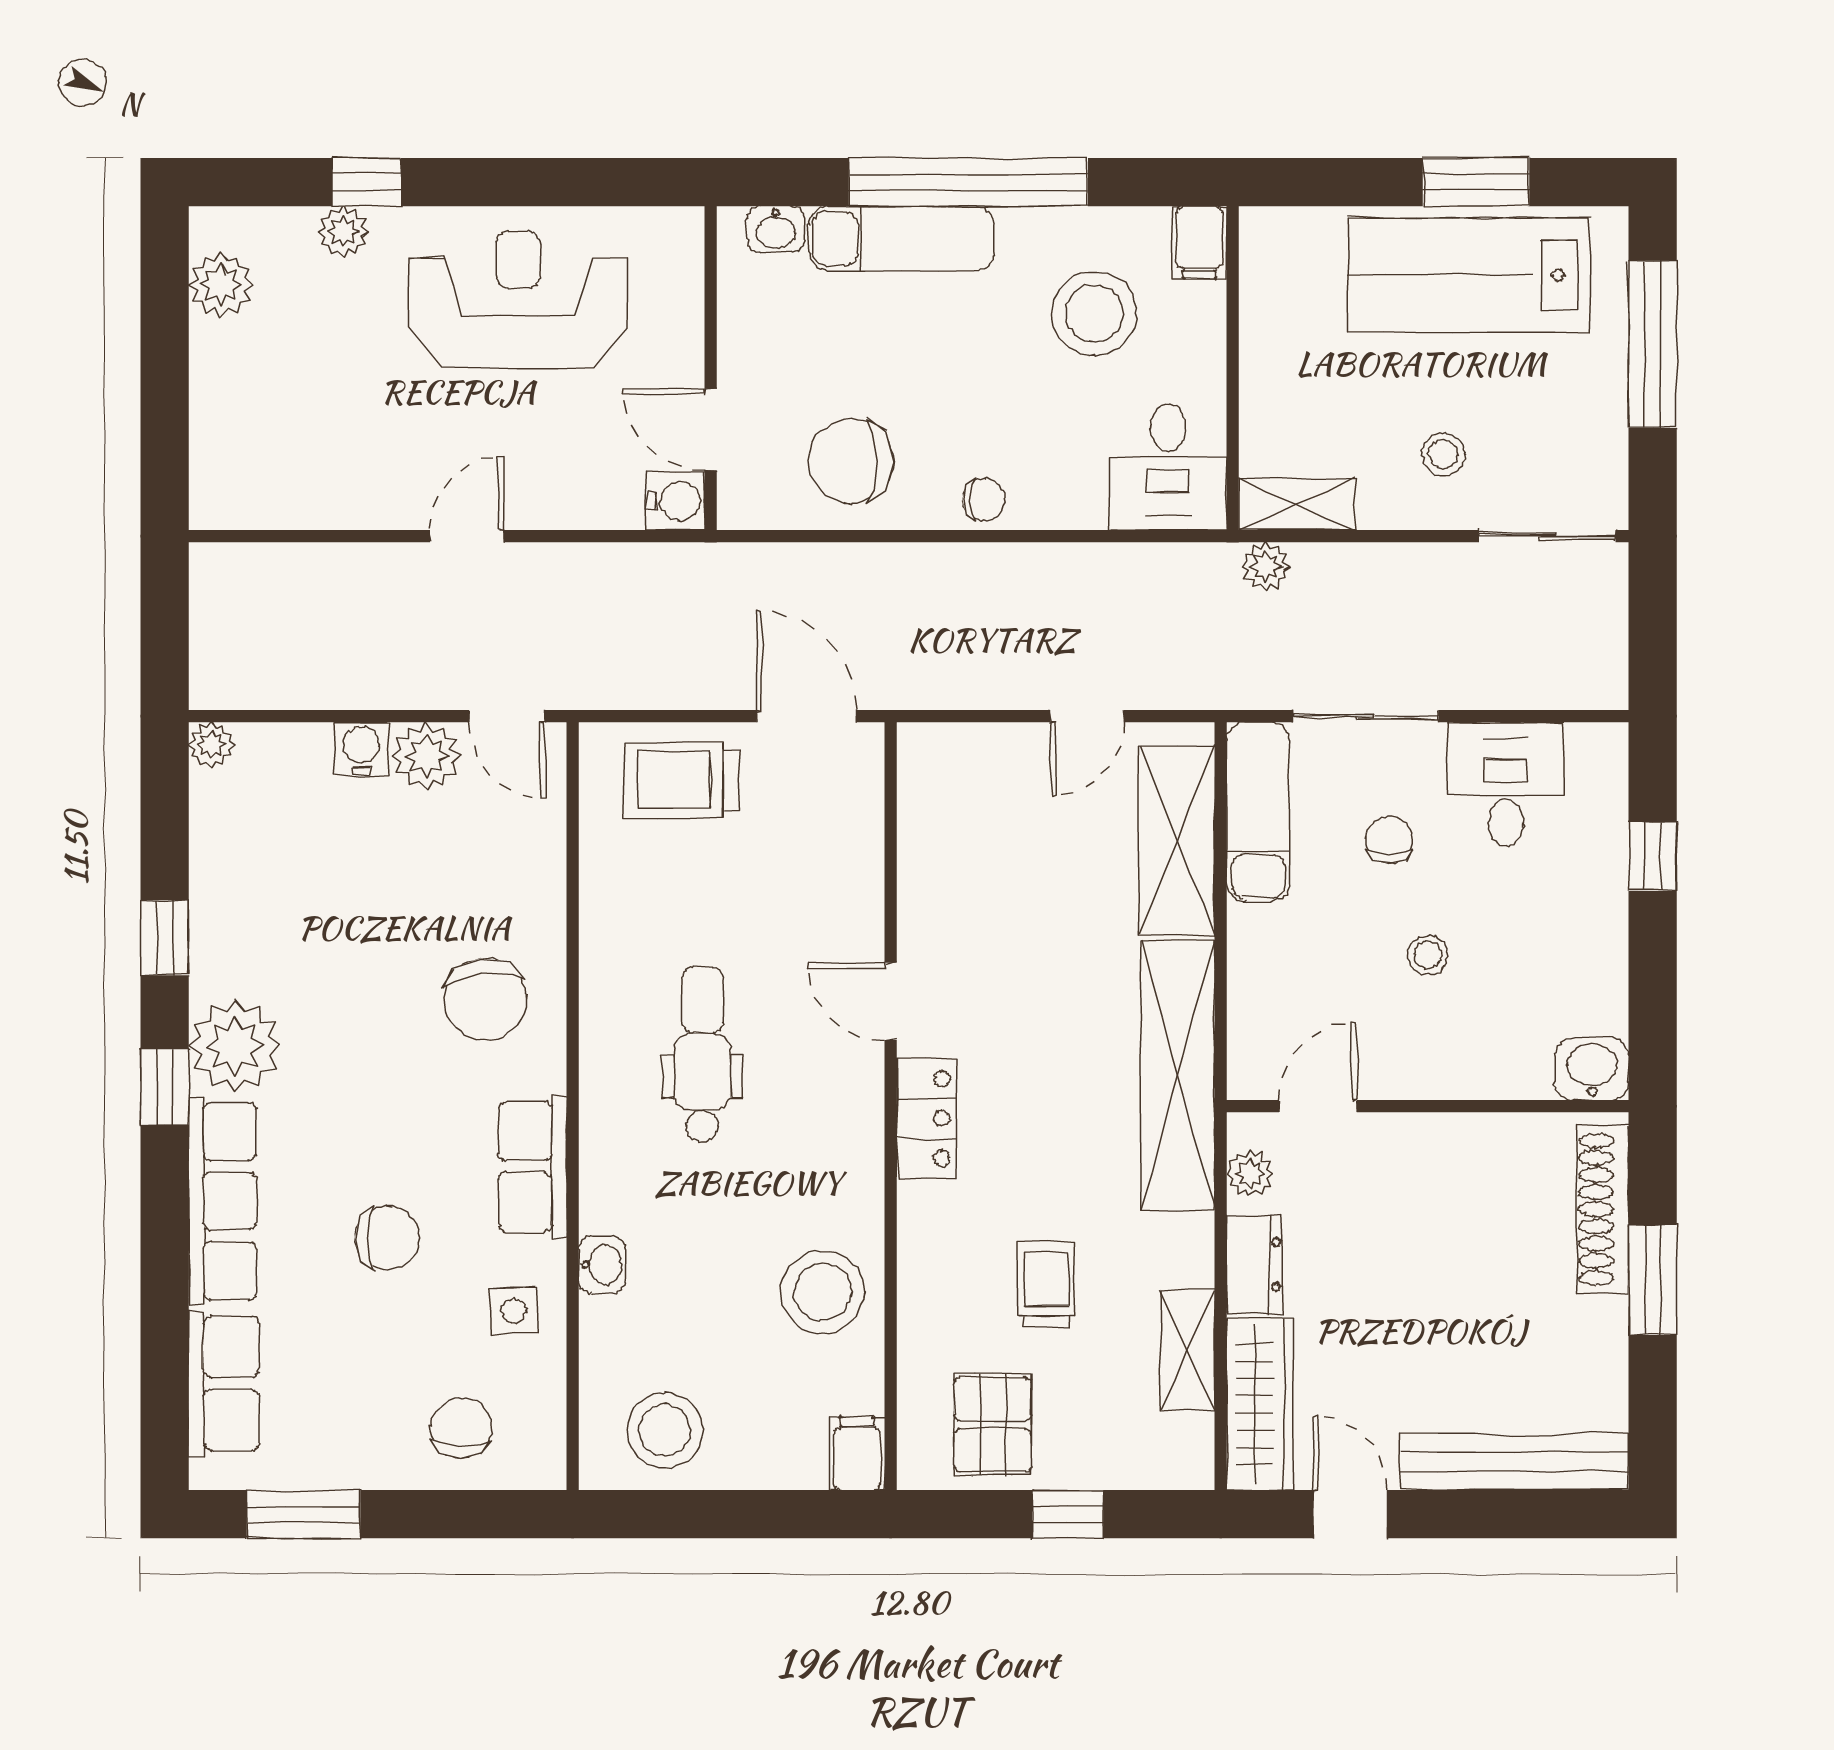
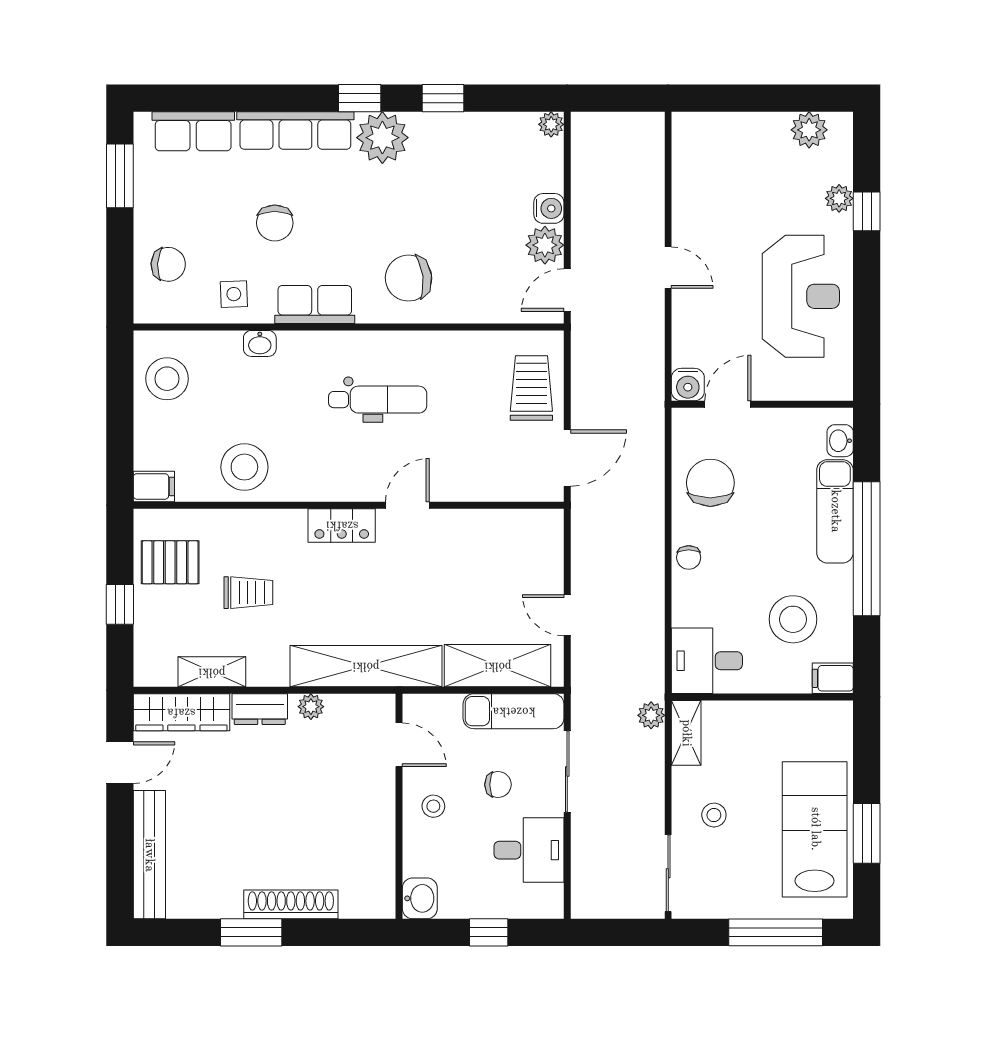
washbasin: (1592, 1069) -> (420, 898), moved
door: (1318, 1106) -> (399, 745), moved
wall: (1428, 1106) -> (399, 806), moved

